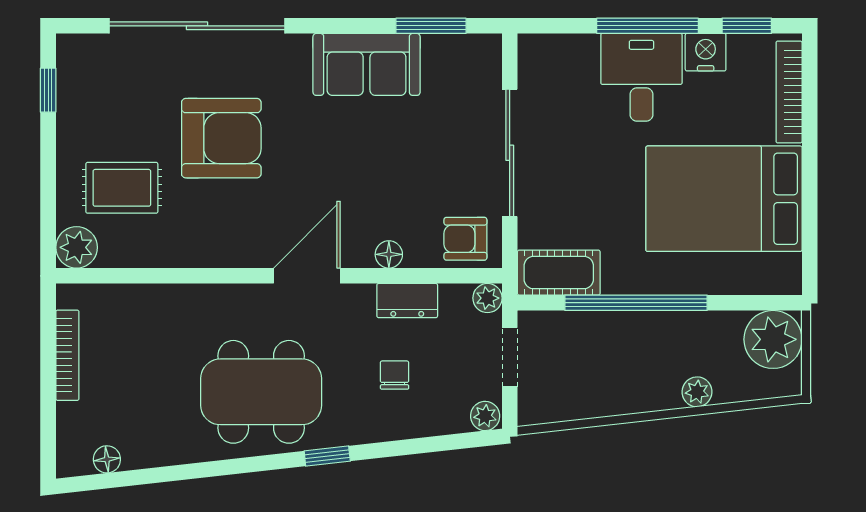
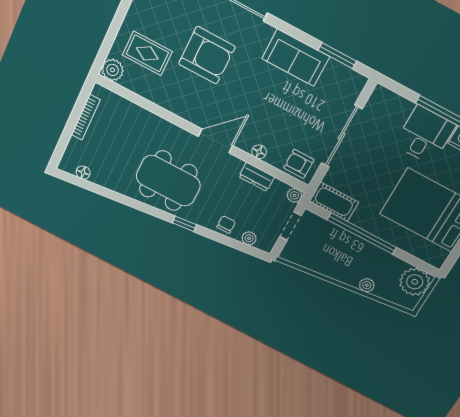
chair: (395, 375) -> (226, 224), moved
plant: (485, 416) -> (249, 238), moved

